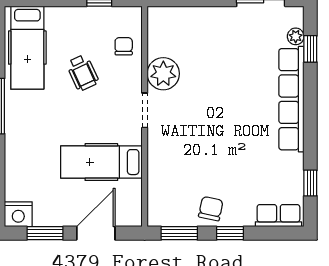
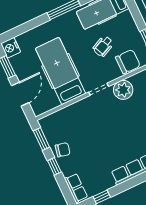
chair: (124, 46) -> (128, 62), width x1.87, depth x1.87
hospital bed: (101, 162) -> (61, 71), width x1.37, depth x1.29
door: (96, 233) -> (20, 94), hinge flipped

